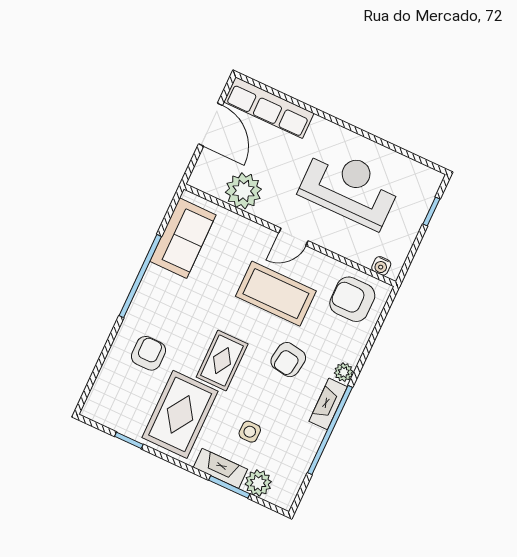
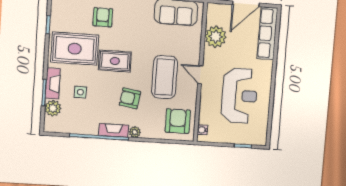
armchair: (148, 353) -> (103, 17), turned -90

